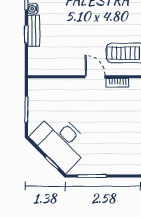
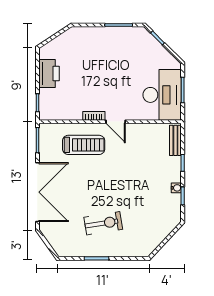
bench: (34, 31) -> (175, 140), moved
desk: (61, 142) -> (162, 95), moved, turned 45

